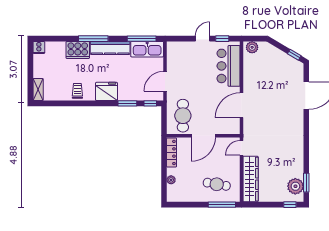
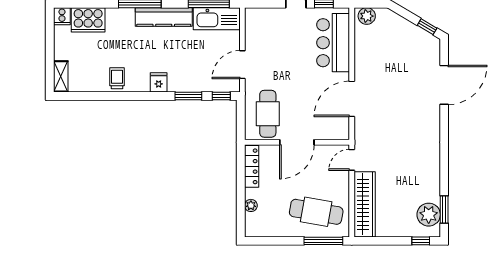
cooker: (78, 50) -> (88, 20), moved
fridge: (106, 91) -> (159, 82), width x0.53, depth x0.75
cafe table: (217, 184) -> (316, 212), width x1.37, depth x1.35

